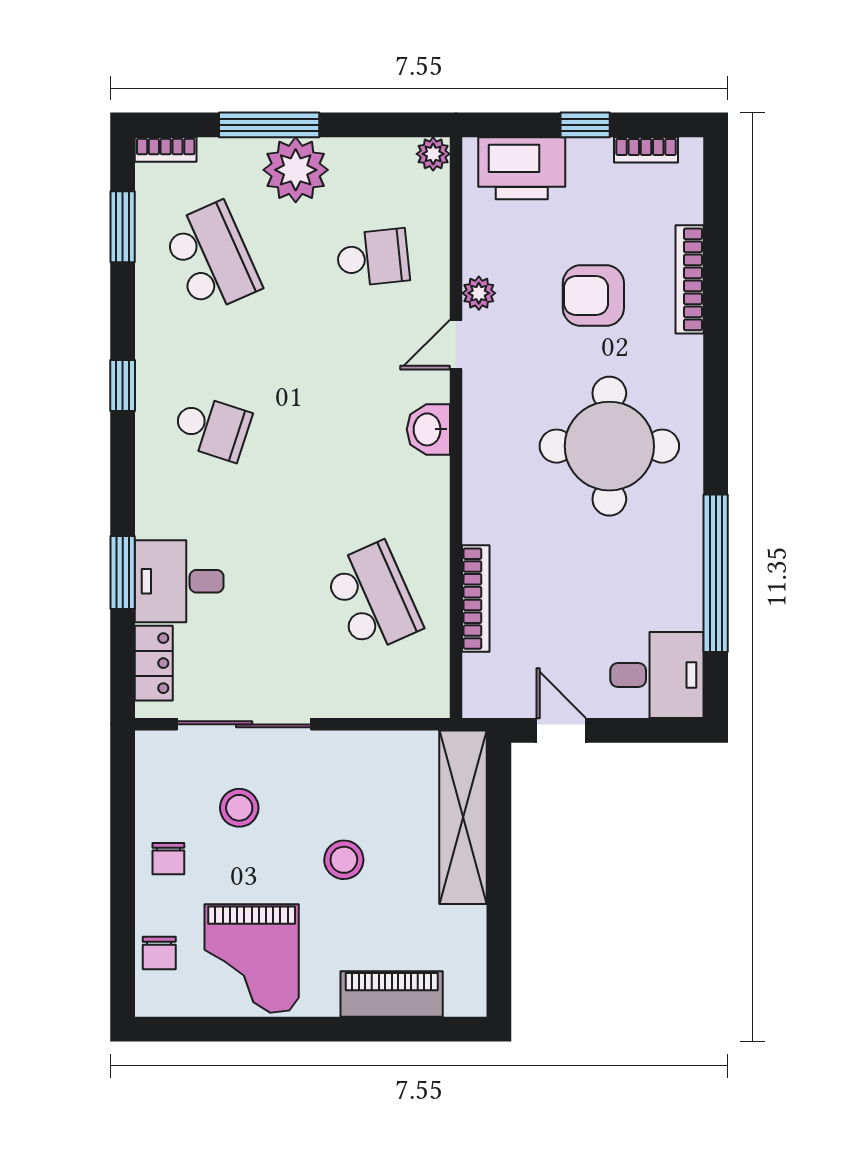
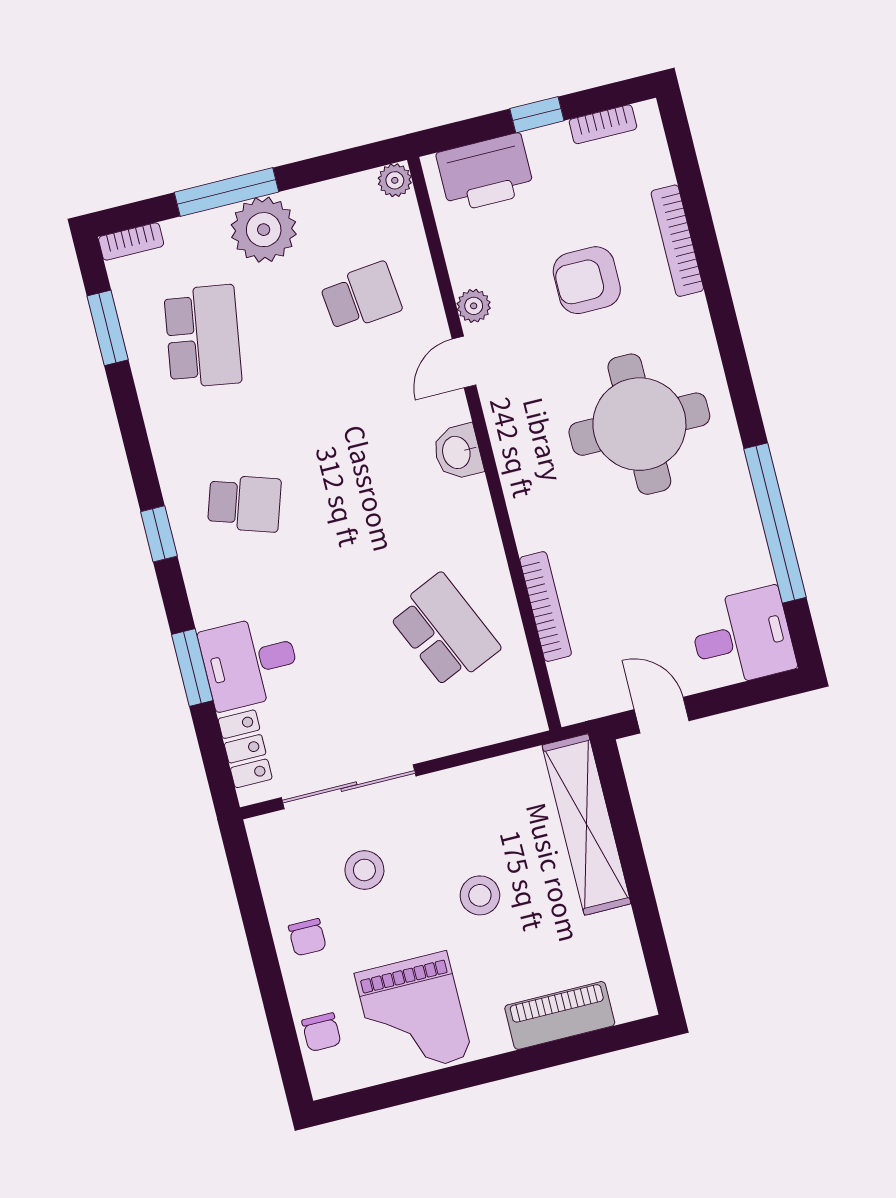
school desk: (212, 258) -> (203, 336), turned 33
window: (123, 386) -> (159, 534), moved

